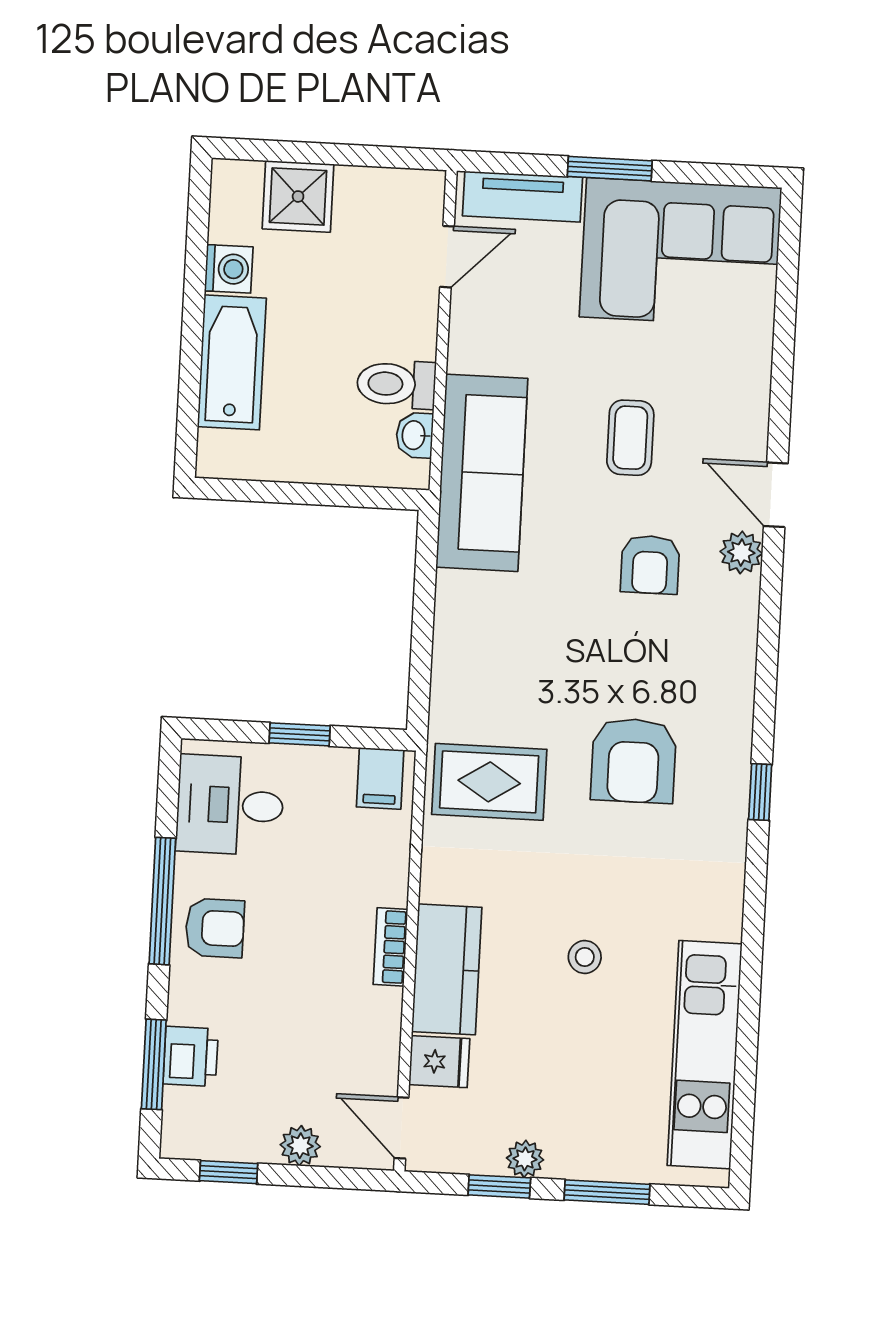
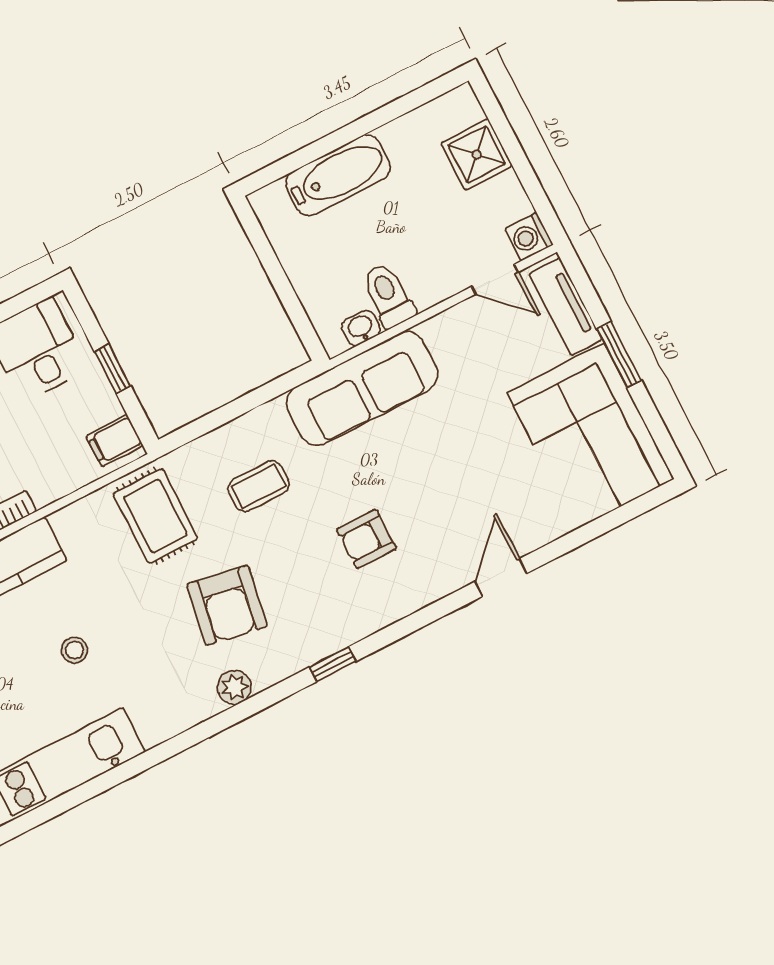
washing machine: (229, 269) -> (529, 237), moved, turned 90
coffee table: (630, 438) -> (258, 486), moved
door: (776, 495) -> (501, 577), moved
plant: (741, 552) -> (234, 687), moved
armchair: (633, 761) -> (227, 605), turned -80
window: (760, 792) -> (333, 664), moved

